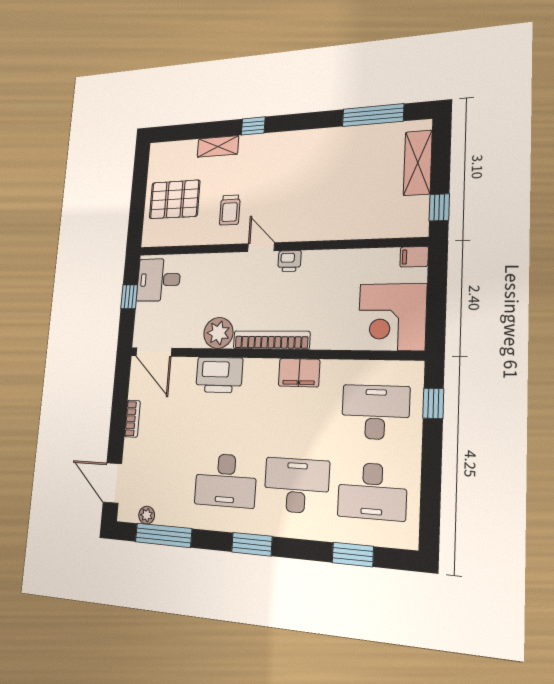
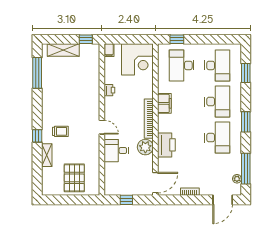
trolley: (230, 210) -> (60, 131), moved
door: (261, 247) -> (102, 127), swing flipped
printer: (289, 261) -> (109, 90), moved
desk: (159, 280) -> (116, 151), moved, turned 90
desk: (296, 486) -> (217, 102), turned 180

